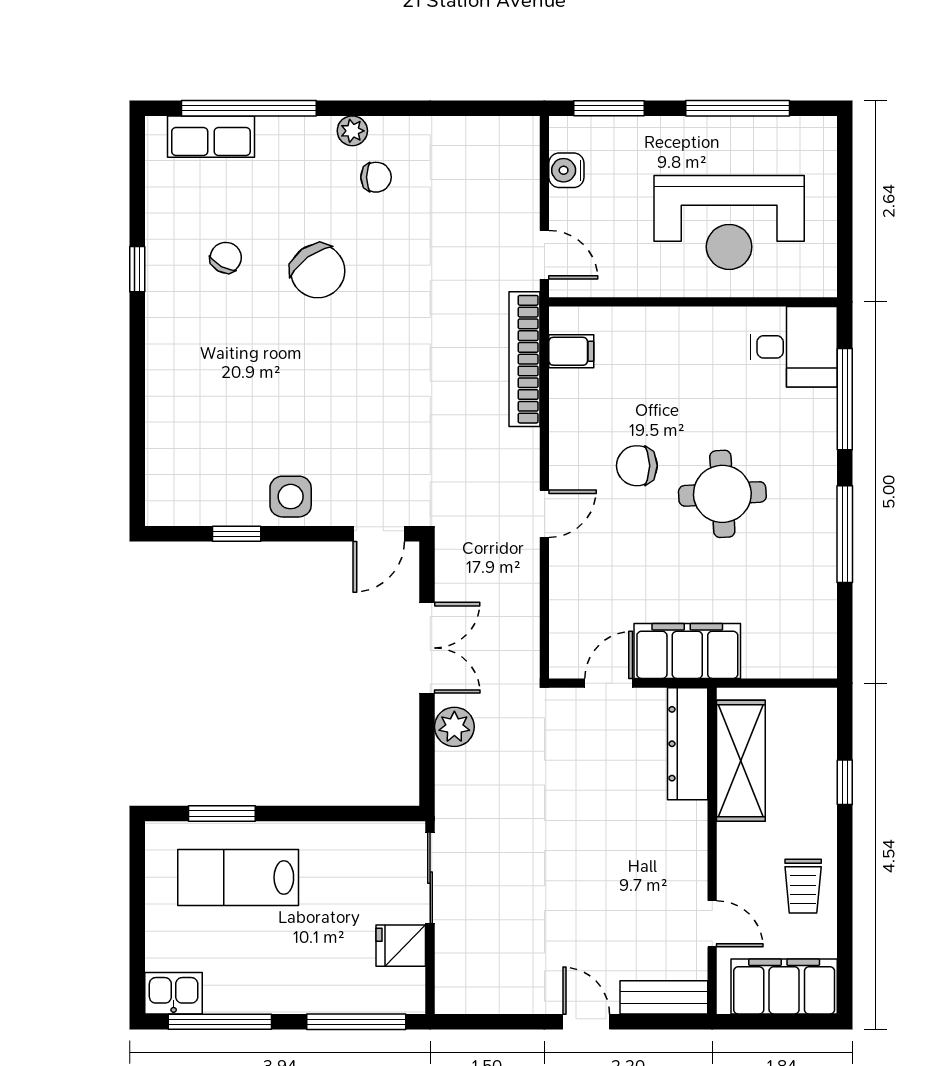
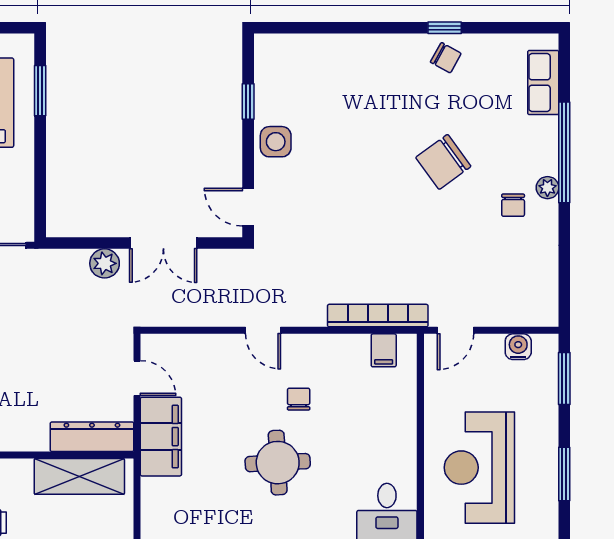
window: (249, 108) -> (564, 152), moved
window: (738, 108) -> (564, 474), width x0.69
chair: (226, 258) -> (446, 58), moved
chair: (637, 466) -> (299, 399), width x0.73, depth x0.73

